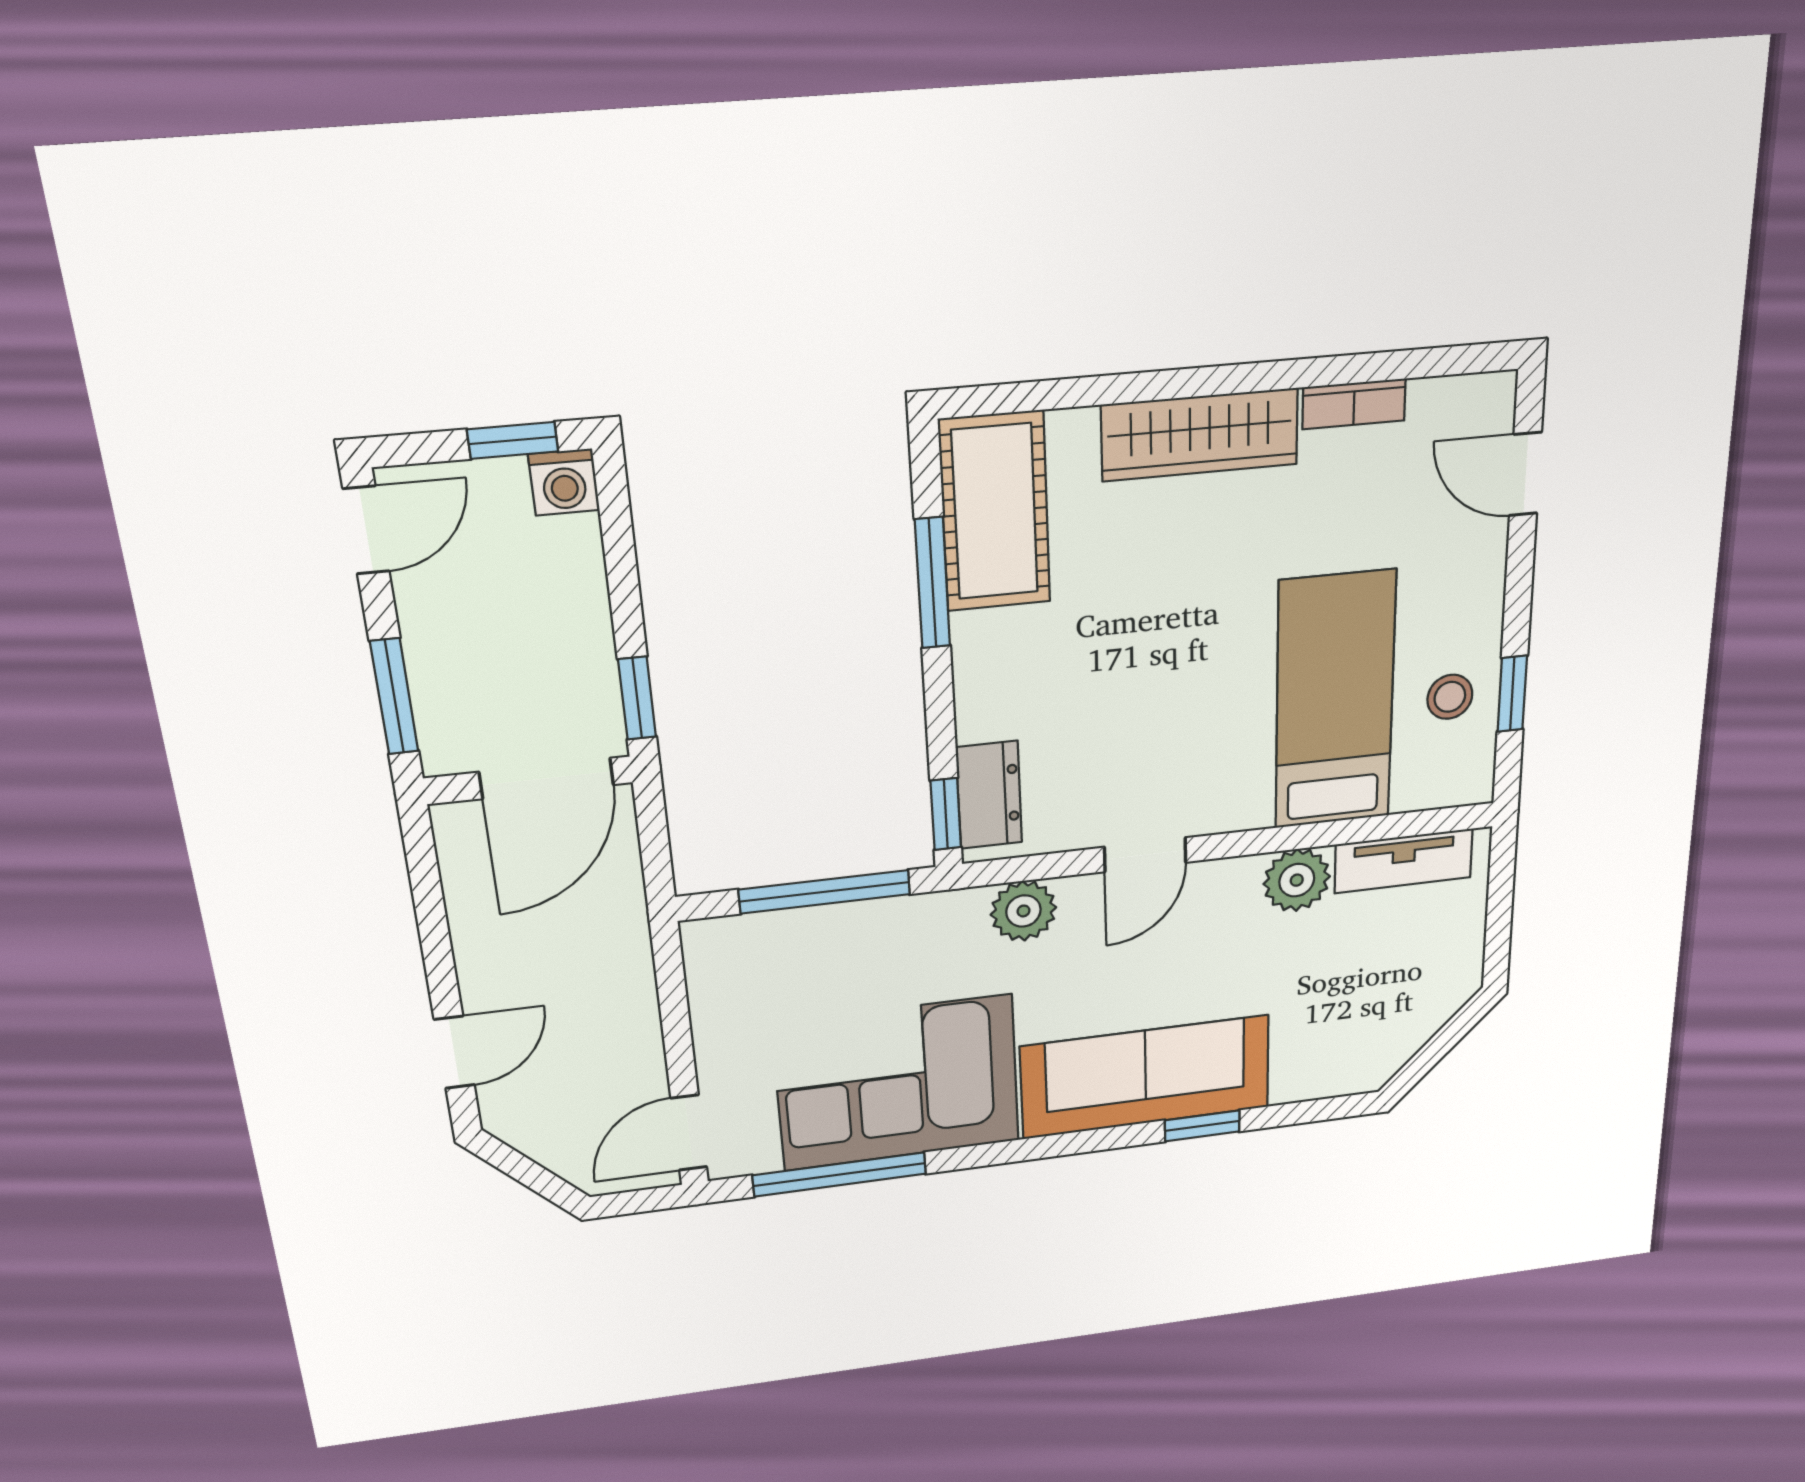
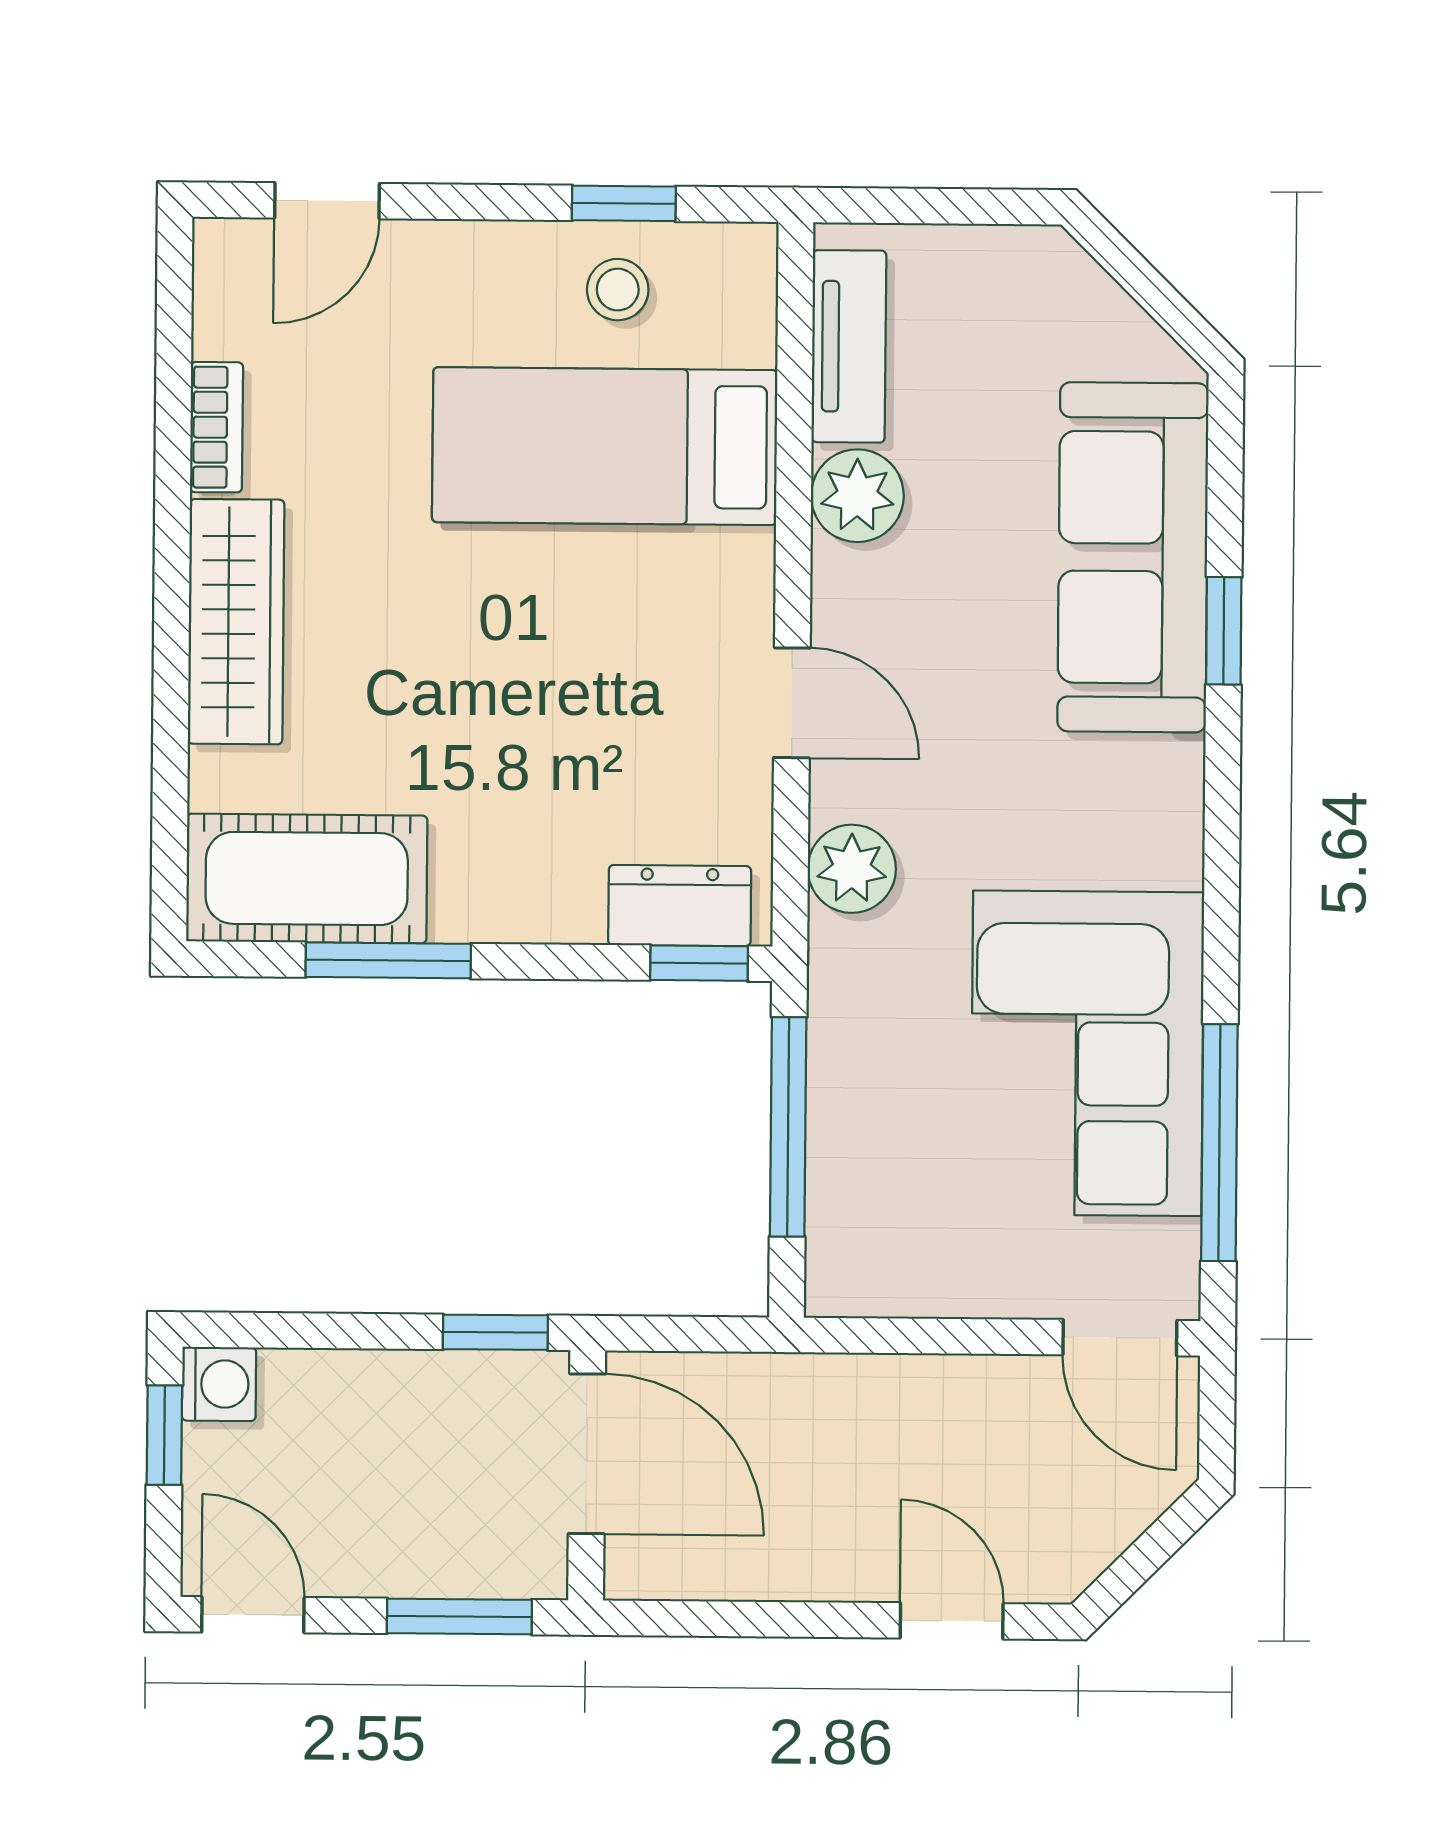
sofa: (1146, 1077) -> (1133, 557), moved

